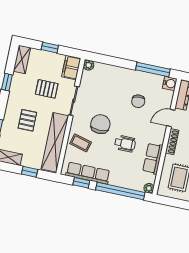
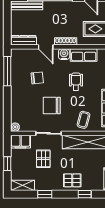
water cooler: (170, 83) -> (64, 54), moved
pallet: (27, 120) -> (72, 180), moved
chair: (100, 124) -> (52, 106), moved

